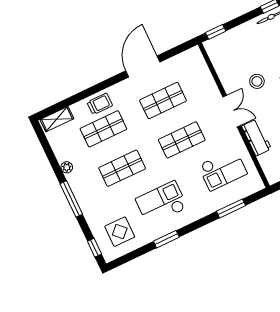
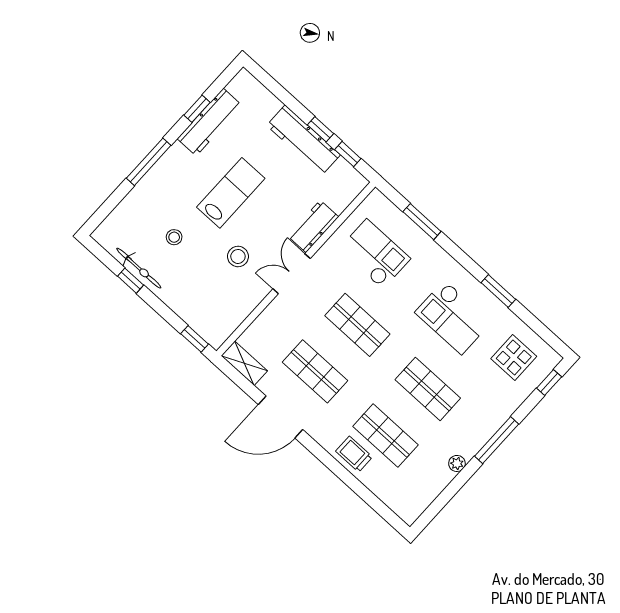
shelving: (57, 119) -> (244, 363), moved

